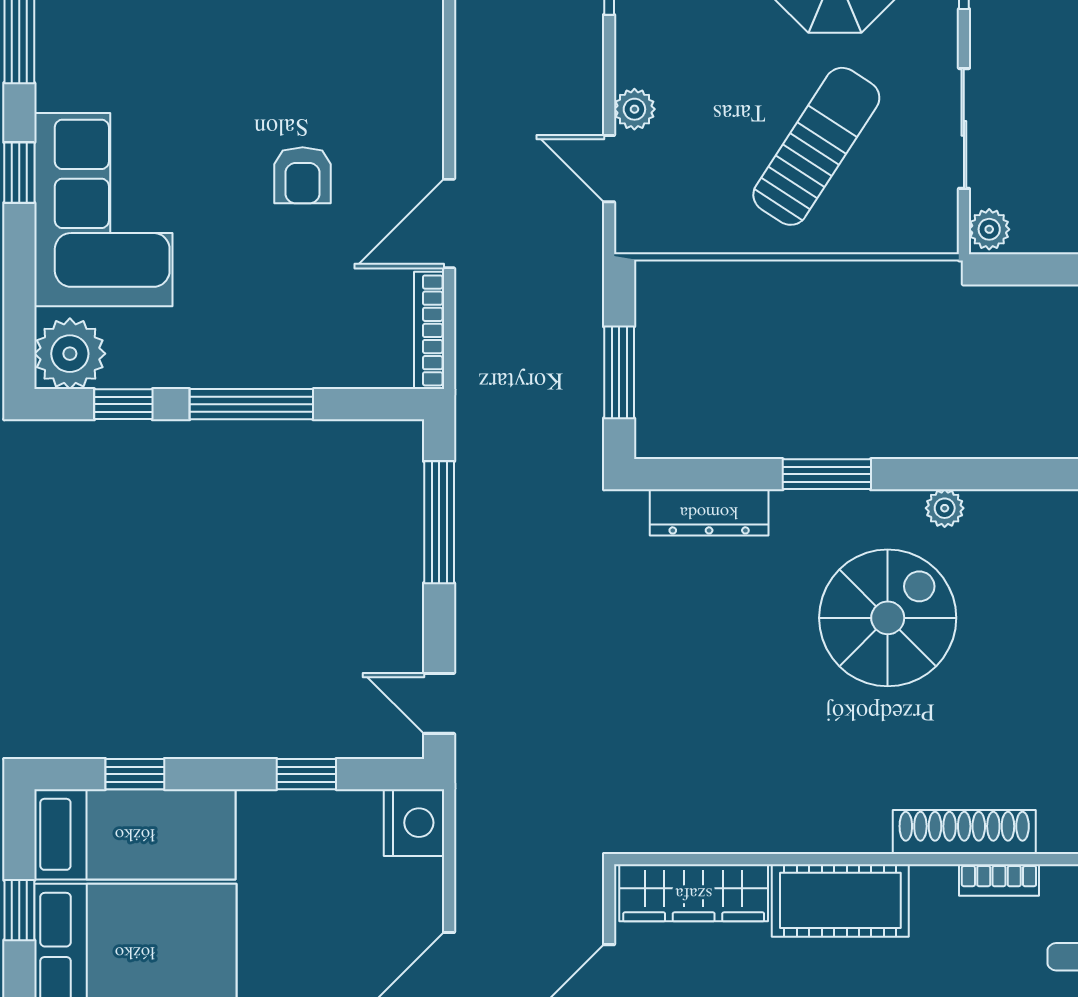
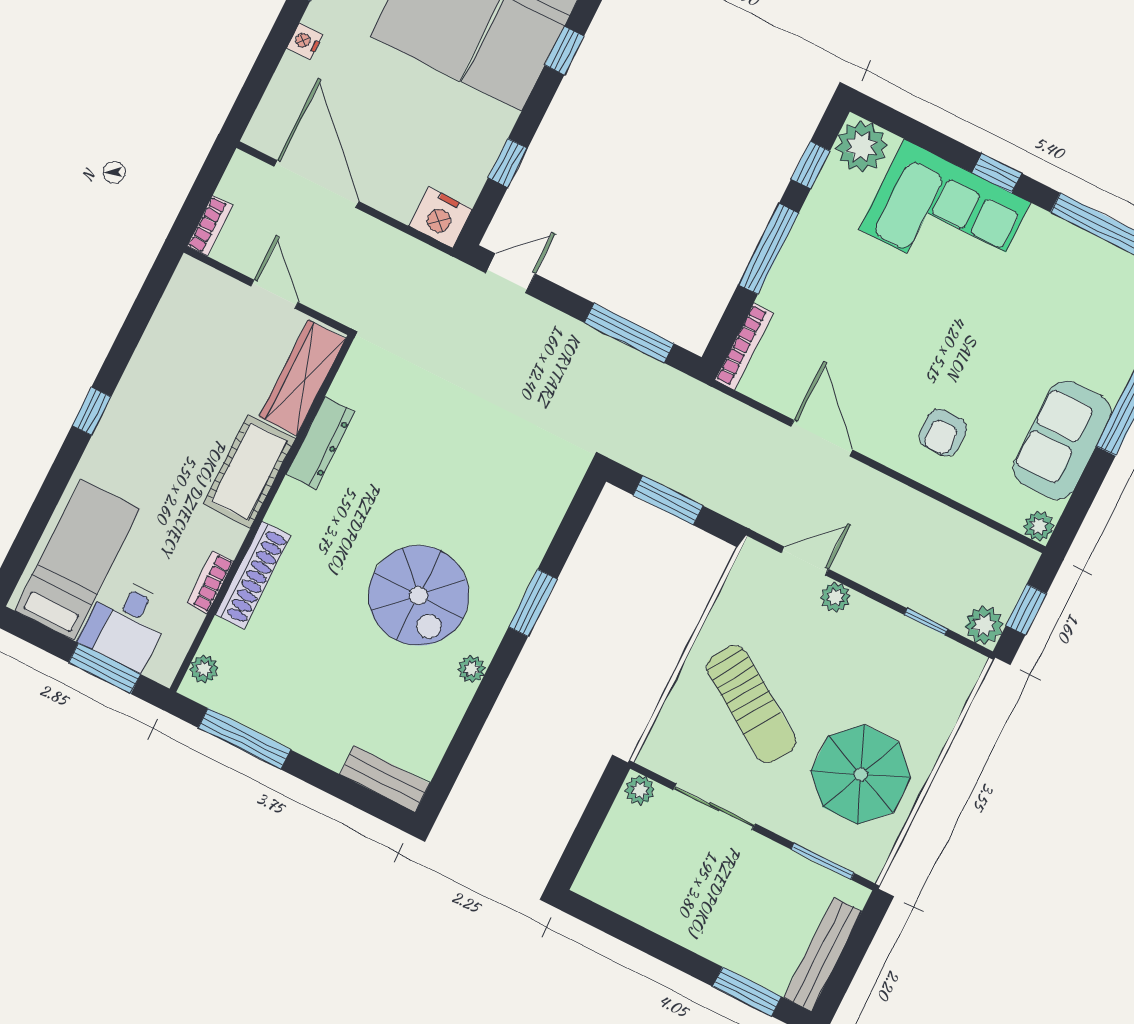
armchair: (303, 175) -> (943, 433), moved, turned -90
bookcase: (429, 330) -> (744, 347), moved, turned 90
dresser: (709, 512) -> (320, 443), moved, turned 180

